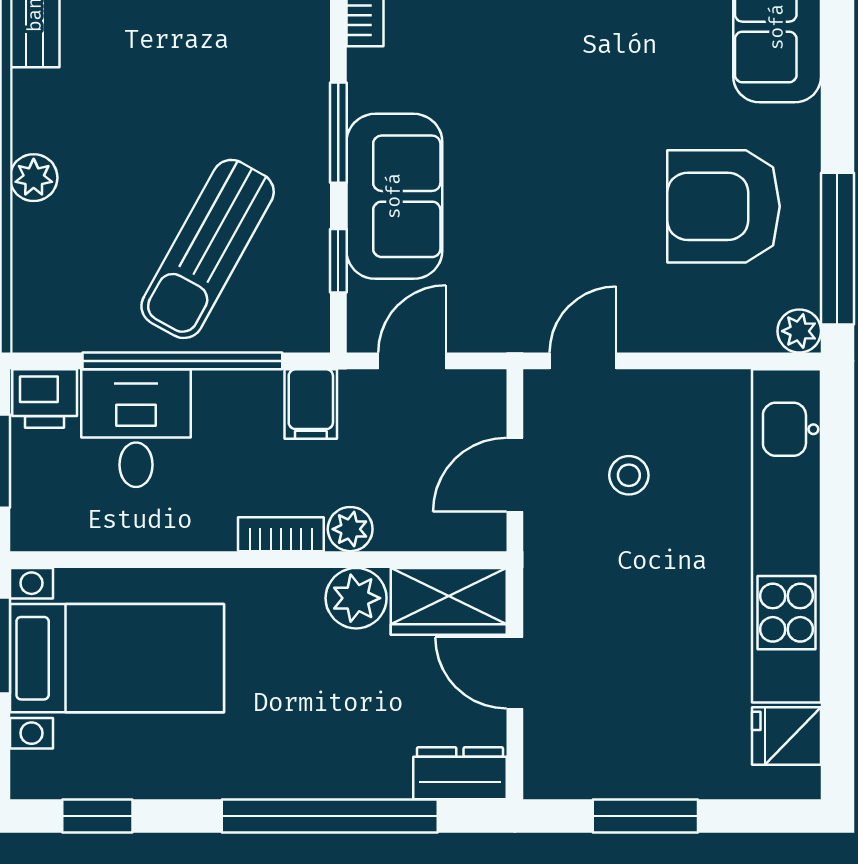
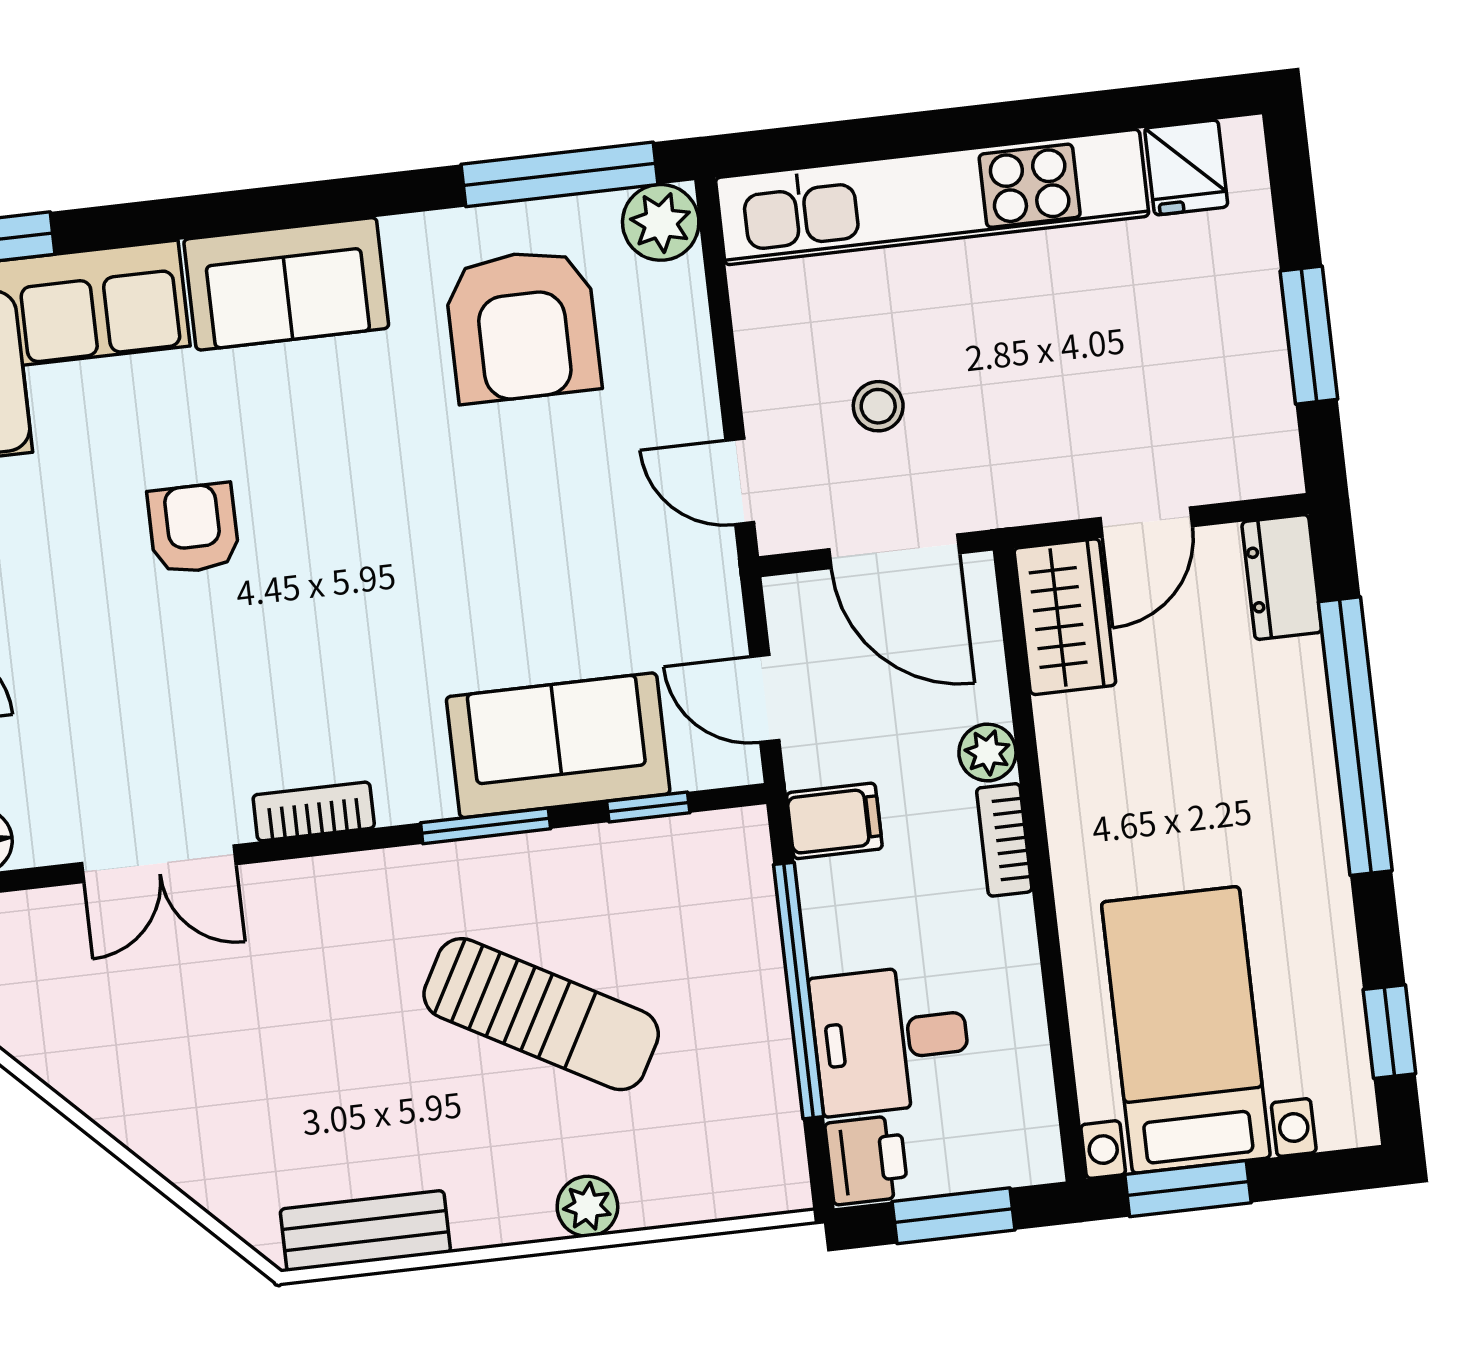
sun lounger: (208, 249) -> (541, 1014), moved
plant: (799, 331) -> (661, 222), width x1.38, depth x1.38
door: (515, 475) -> (894, 551), width x1.38
plant: (356, 598) -> (1074, 735), removed

